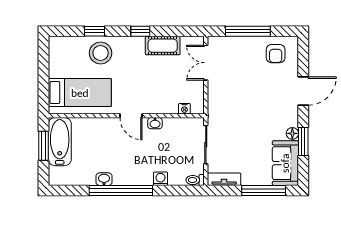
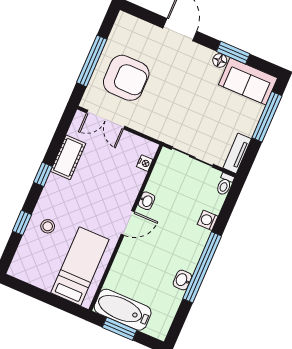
stool: (101, 53) -> (48, 226), width x0.53, depth x0.53
armchair: (276, 54) -> (126, 78), moved, width x1.88, depth x1.88

